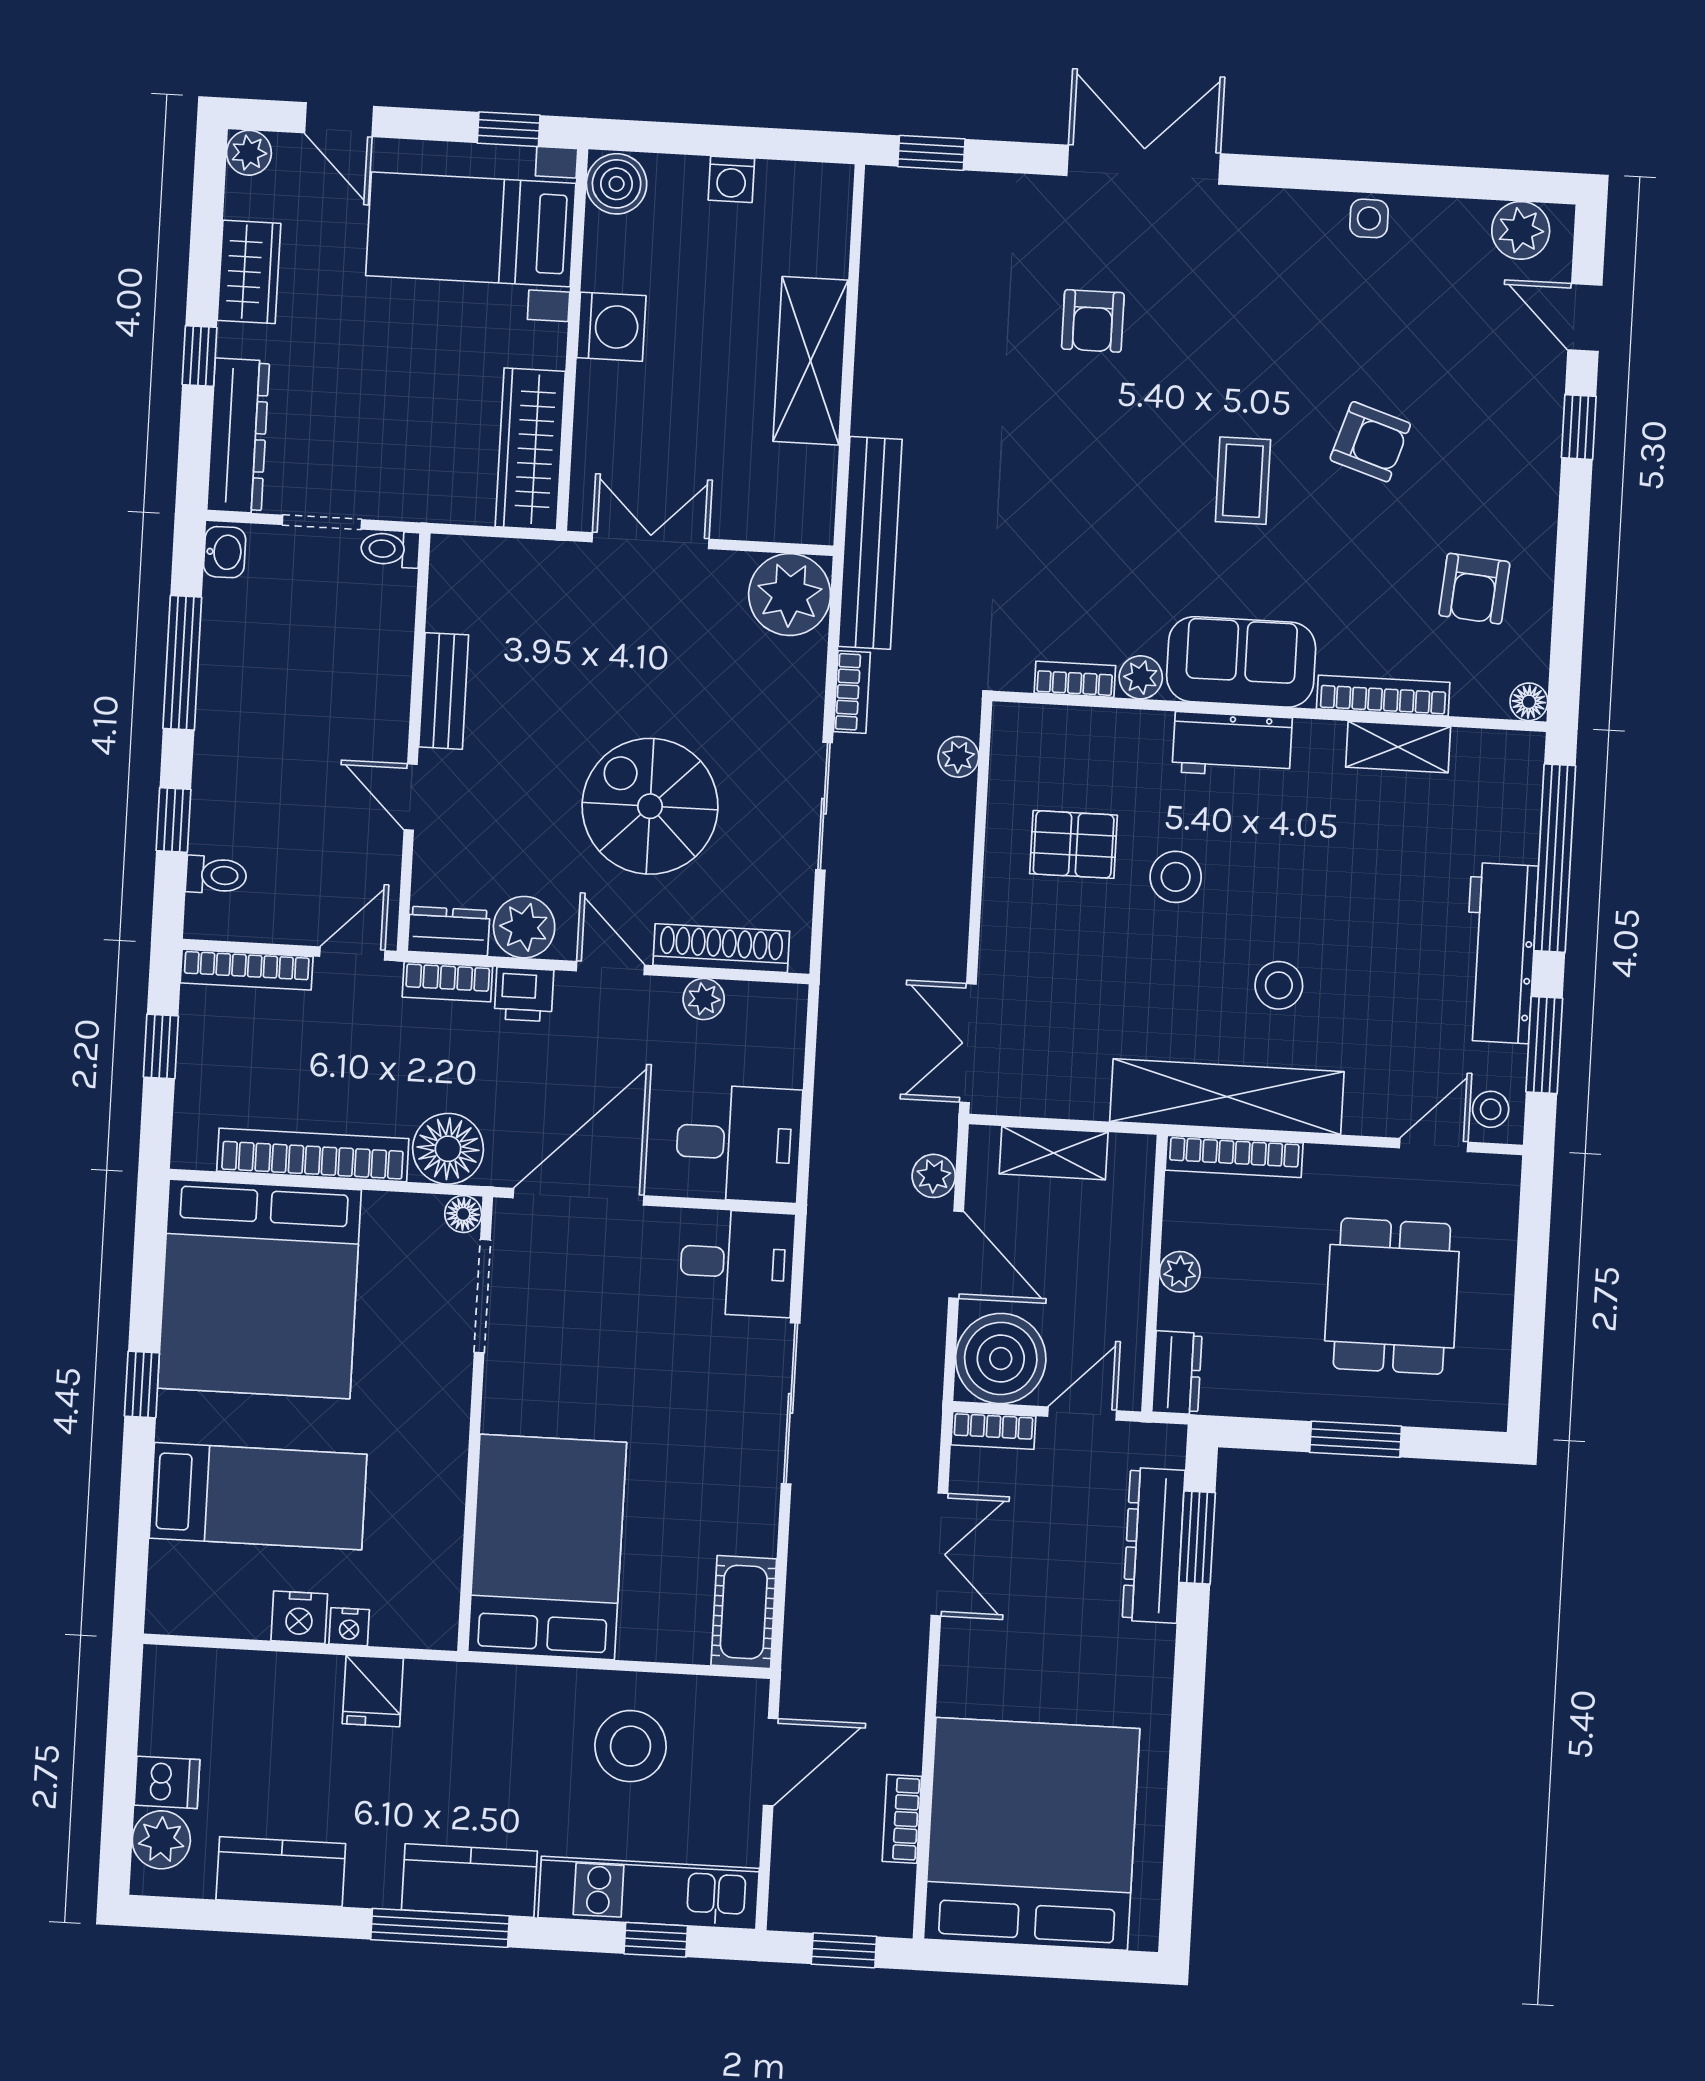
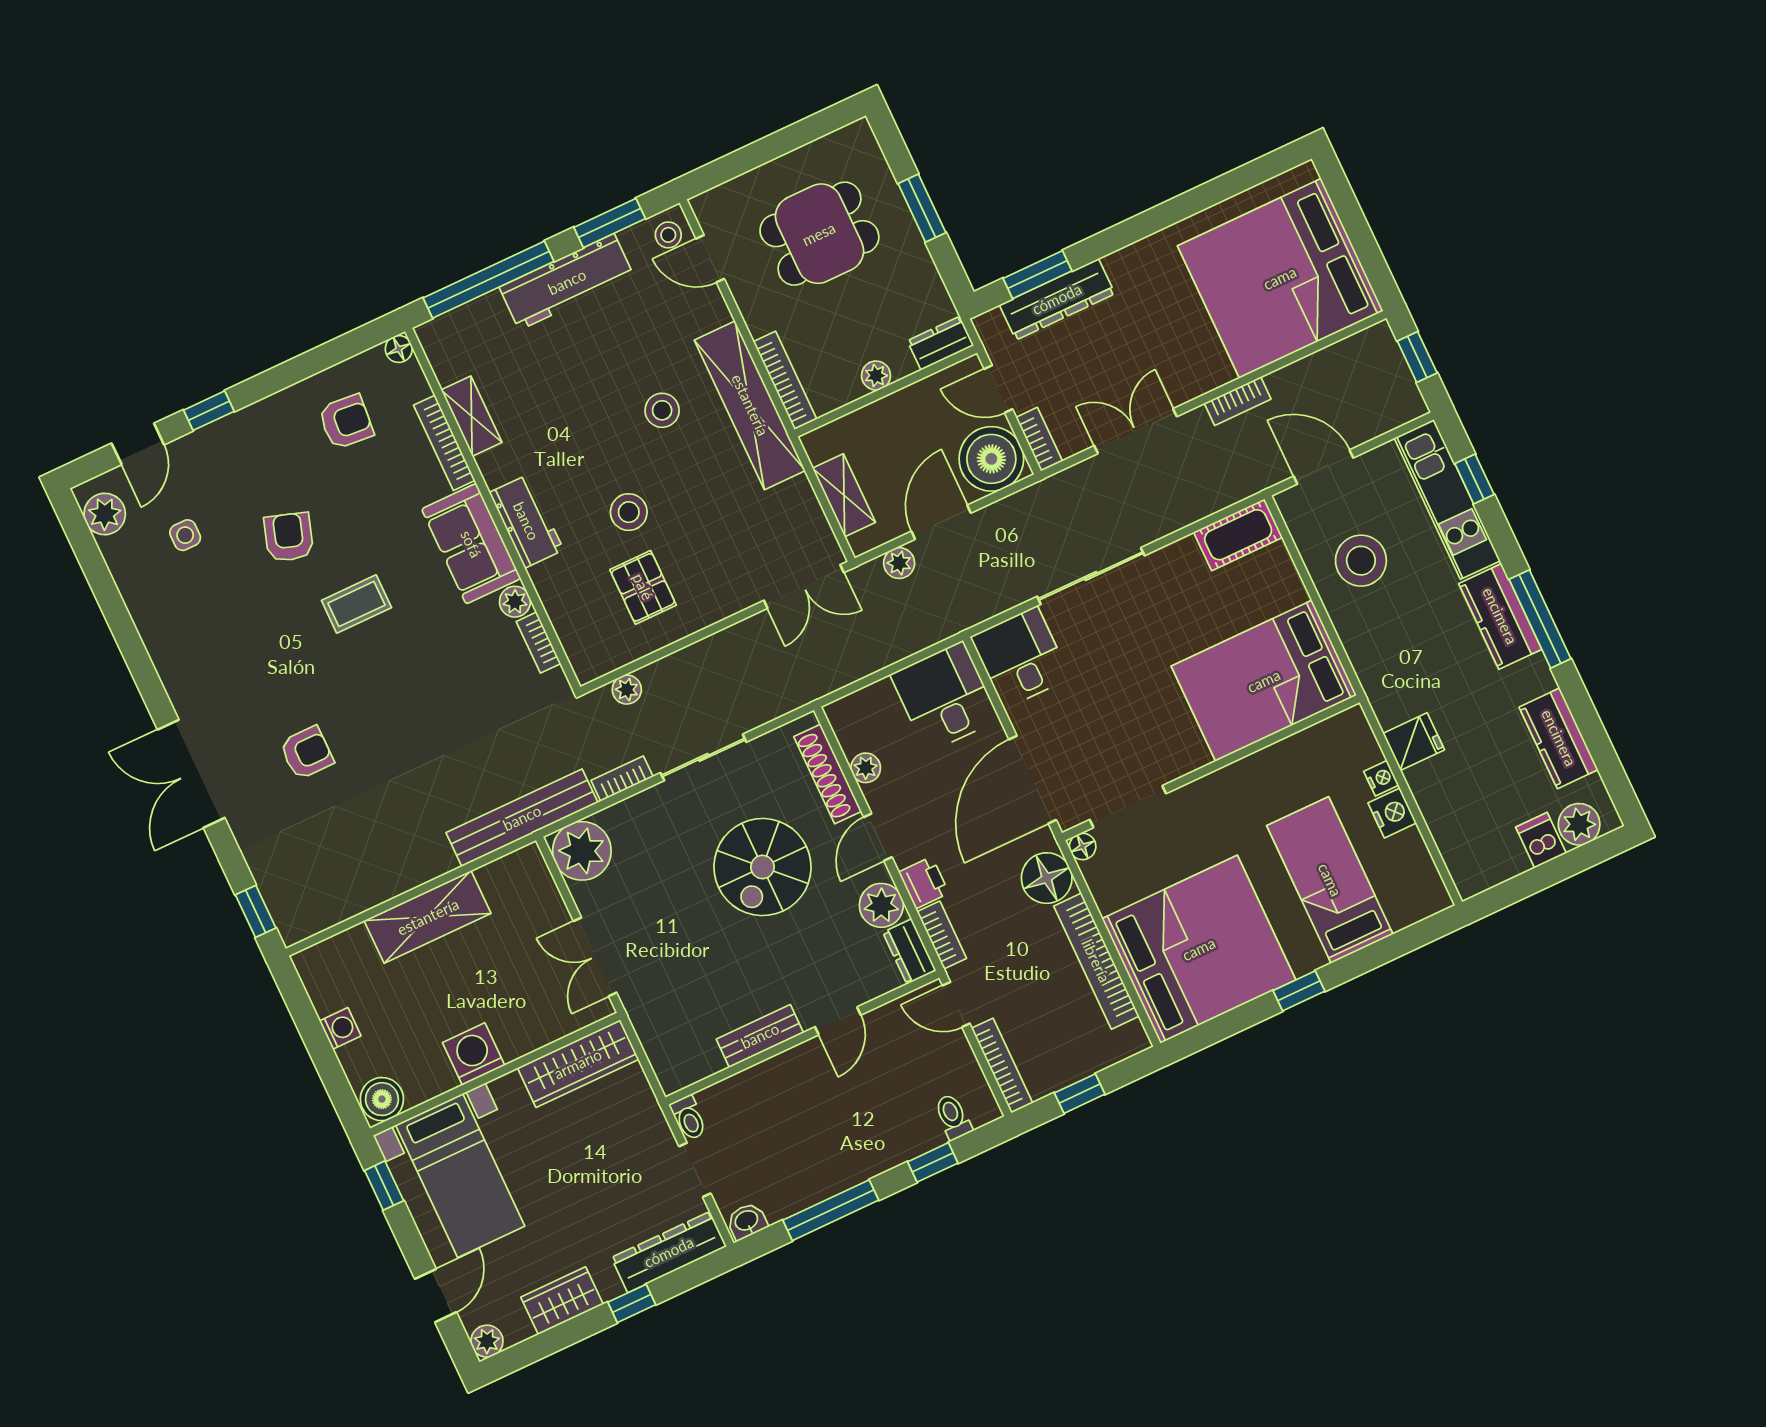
side table: (1369, 218) -> (185, 535), moved
door: (579, 1197) -> (1033, 780), hinge flipped
bookcase: (902, 1819) -> (1238, 401), moved

